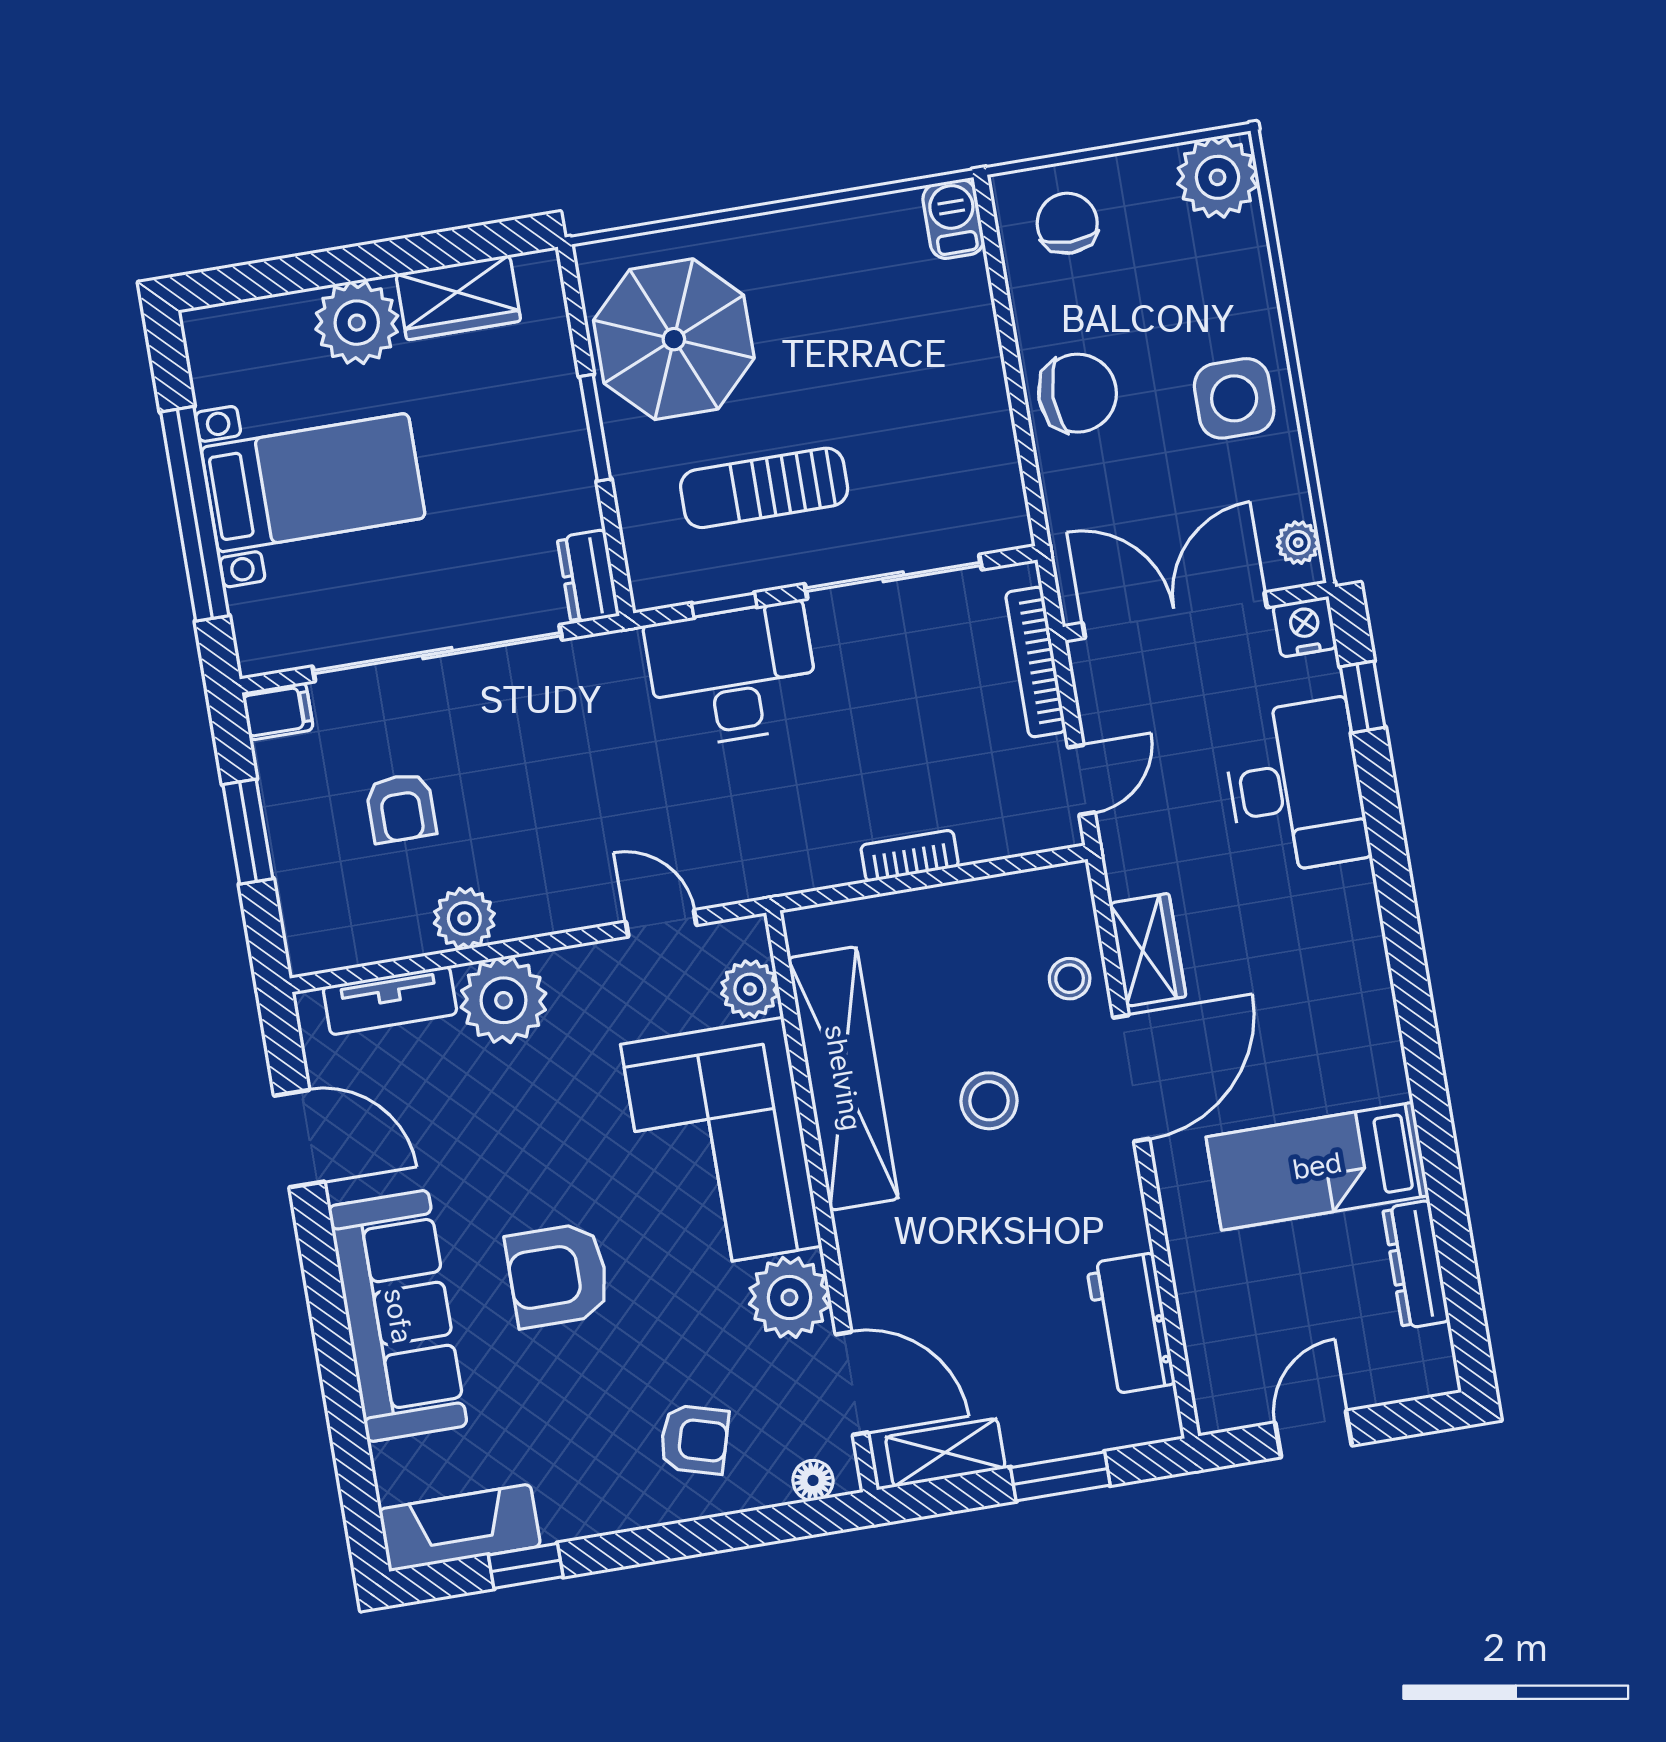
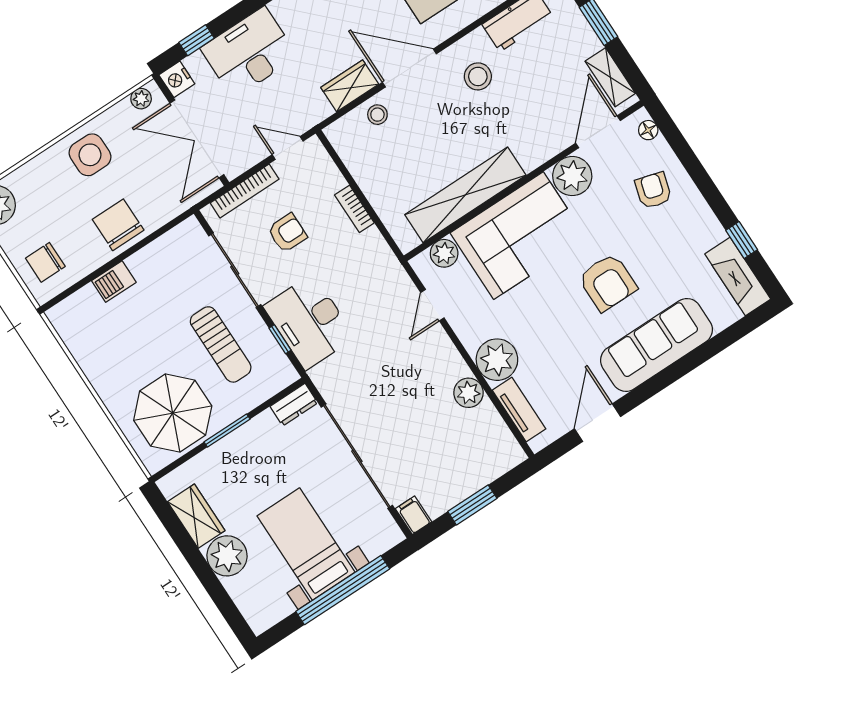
barbecue: (953, 219) -> (114, 282), moved
armchair: (401, 808) -> (287, 233), moved
stool: (989, 1101) -> (478, 76), moved

